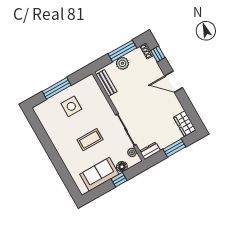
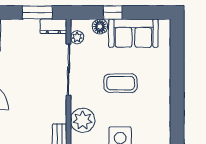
plant: (100, 104) -> (83, 120), added
window: (174, 148) -> (37, 12), moved

